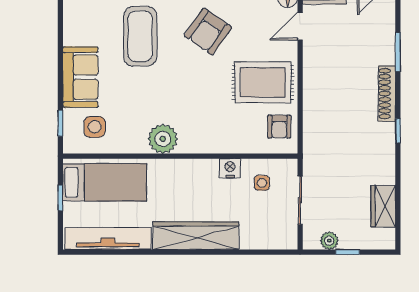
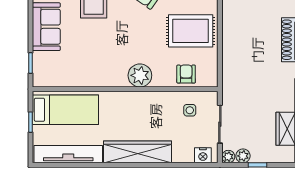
side table: (95, 127) -> (58, 66), removed
armchair: (279, 127) -> (186, 74), moved, turned 180
plant: (163, 139) -> (140, 75), moved
nightstand: (230, 168) -> (203, 155), moved, turned 180
plant: (311, 241) -> (228, 157), added

